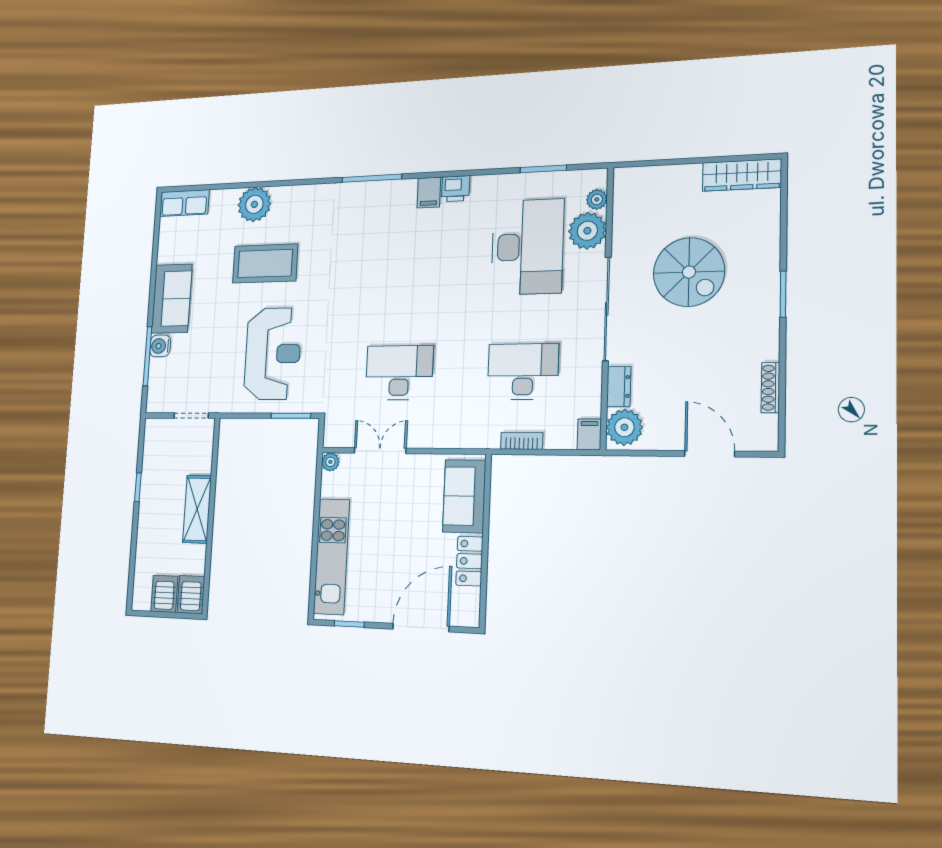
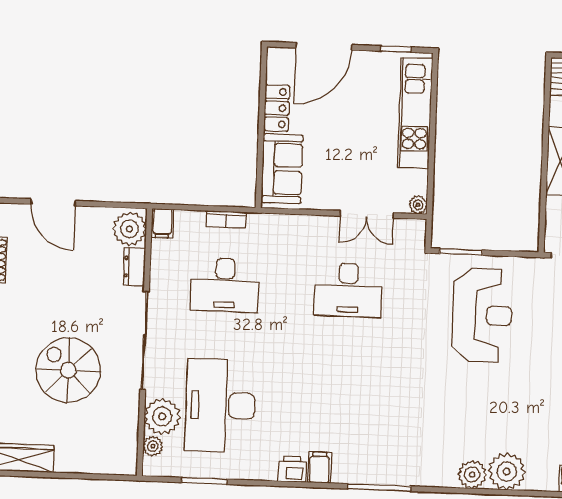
plant: (286, 199) -> (472, 475), added
coffee table: (265, 263) -> (493, 409), removed
reception desk: (273, 354) -> (482, 315), turned 180

